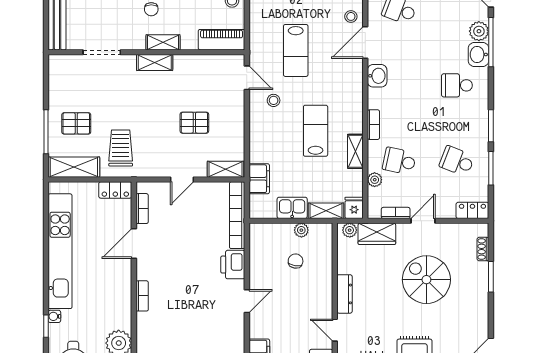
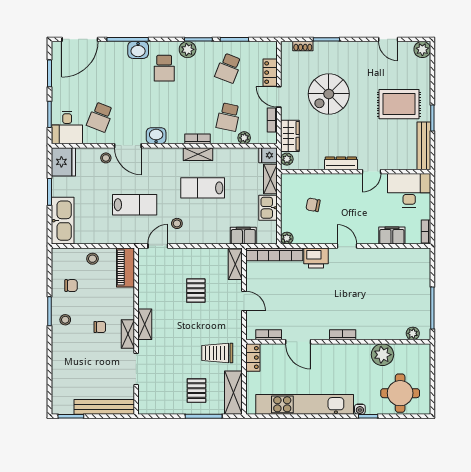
plant: (479, 31) -> (188, 49), moved
shelving: (163, 42) -> (128, 334), moved
shelving: (355, 151) -> (198, 154), moved
locker: (472, 210) -> (270, 73), moved
plant: (301, 230) -> (287, 238), moved

